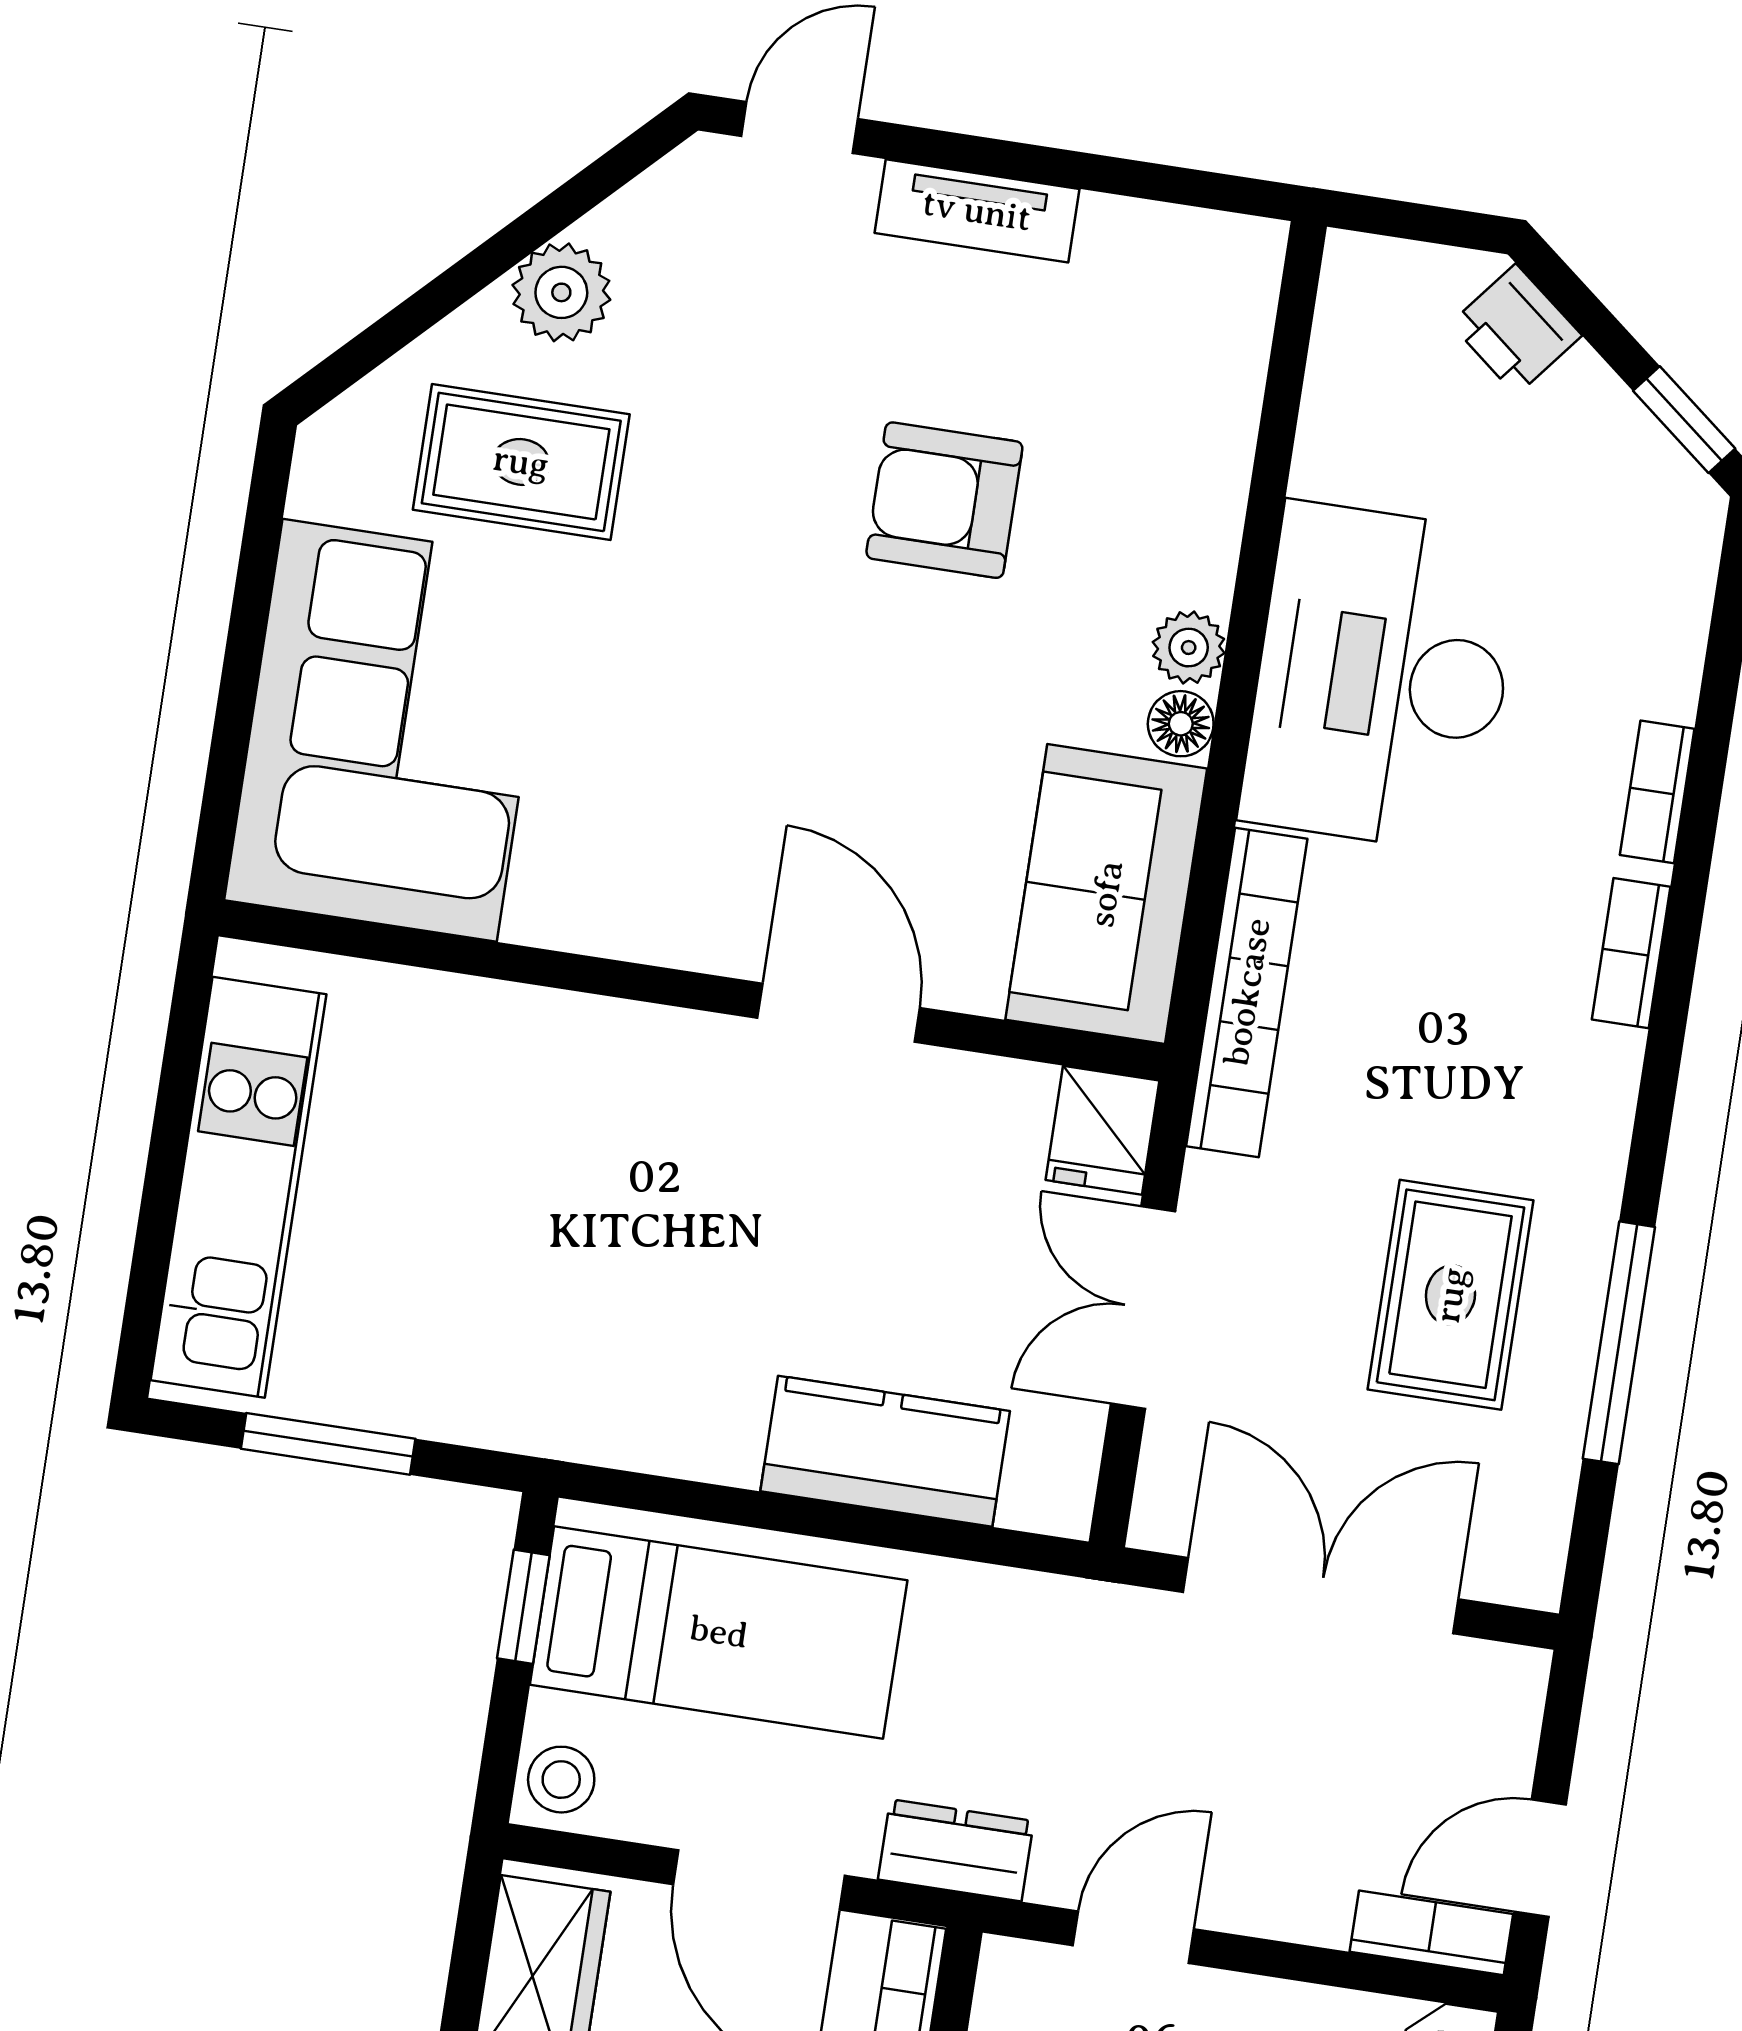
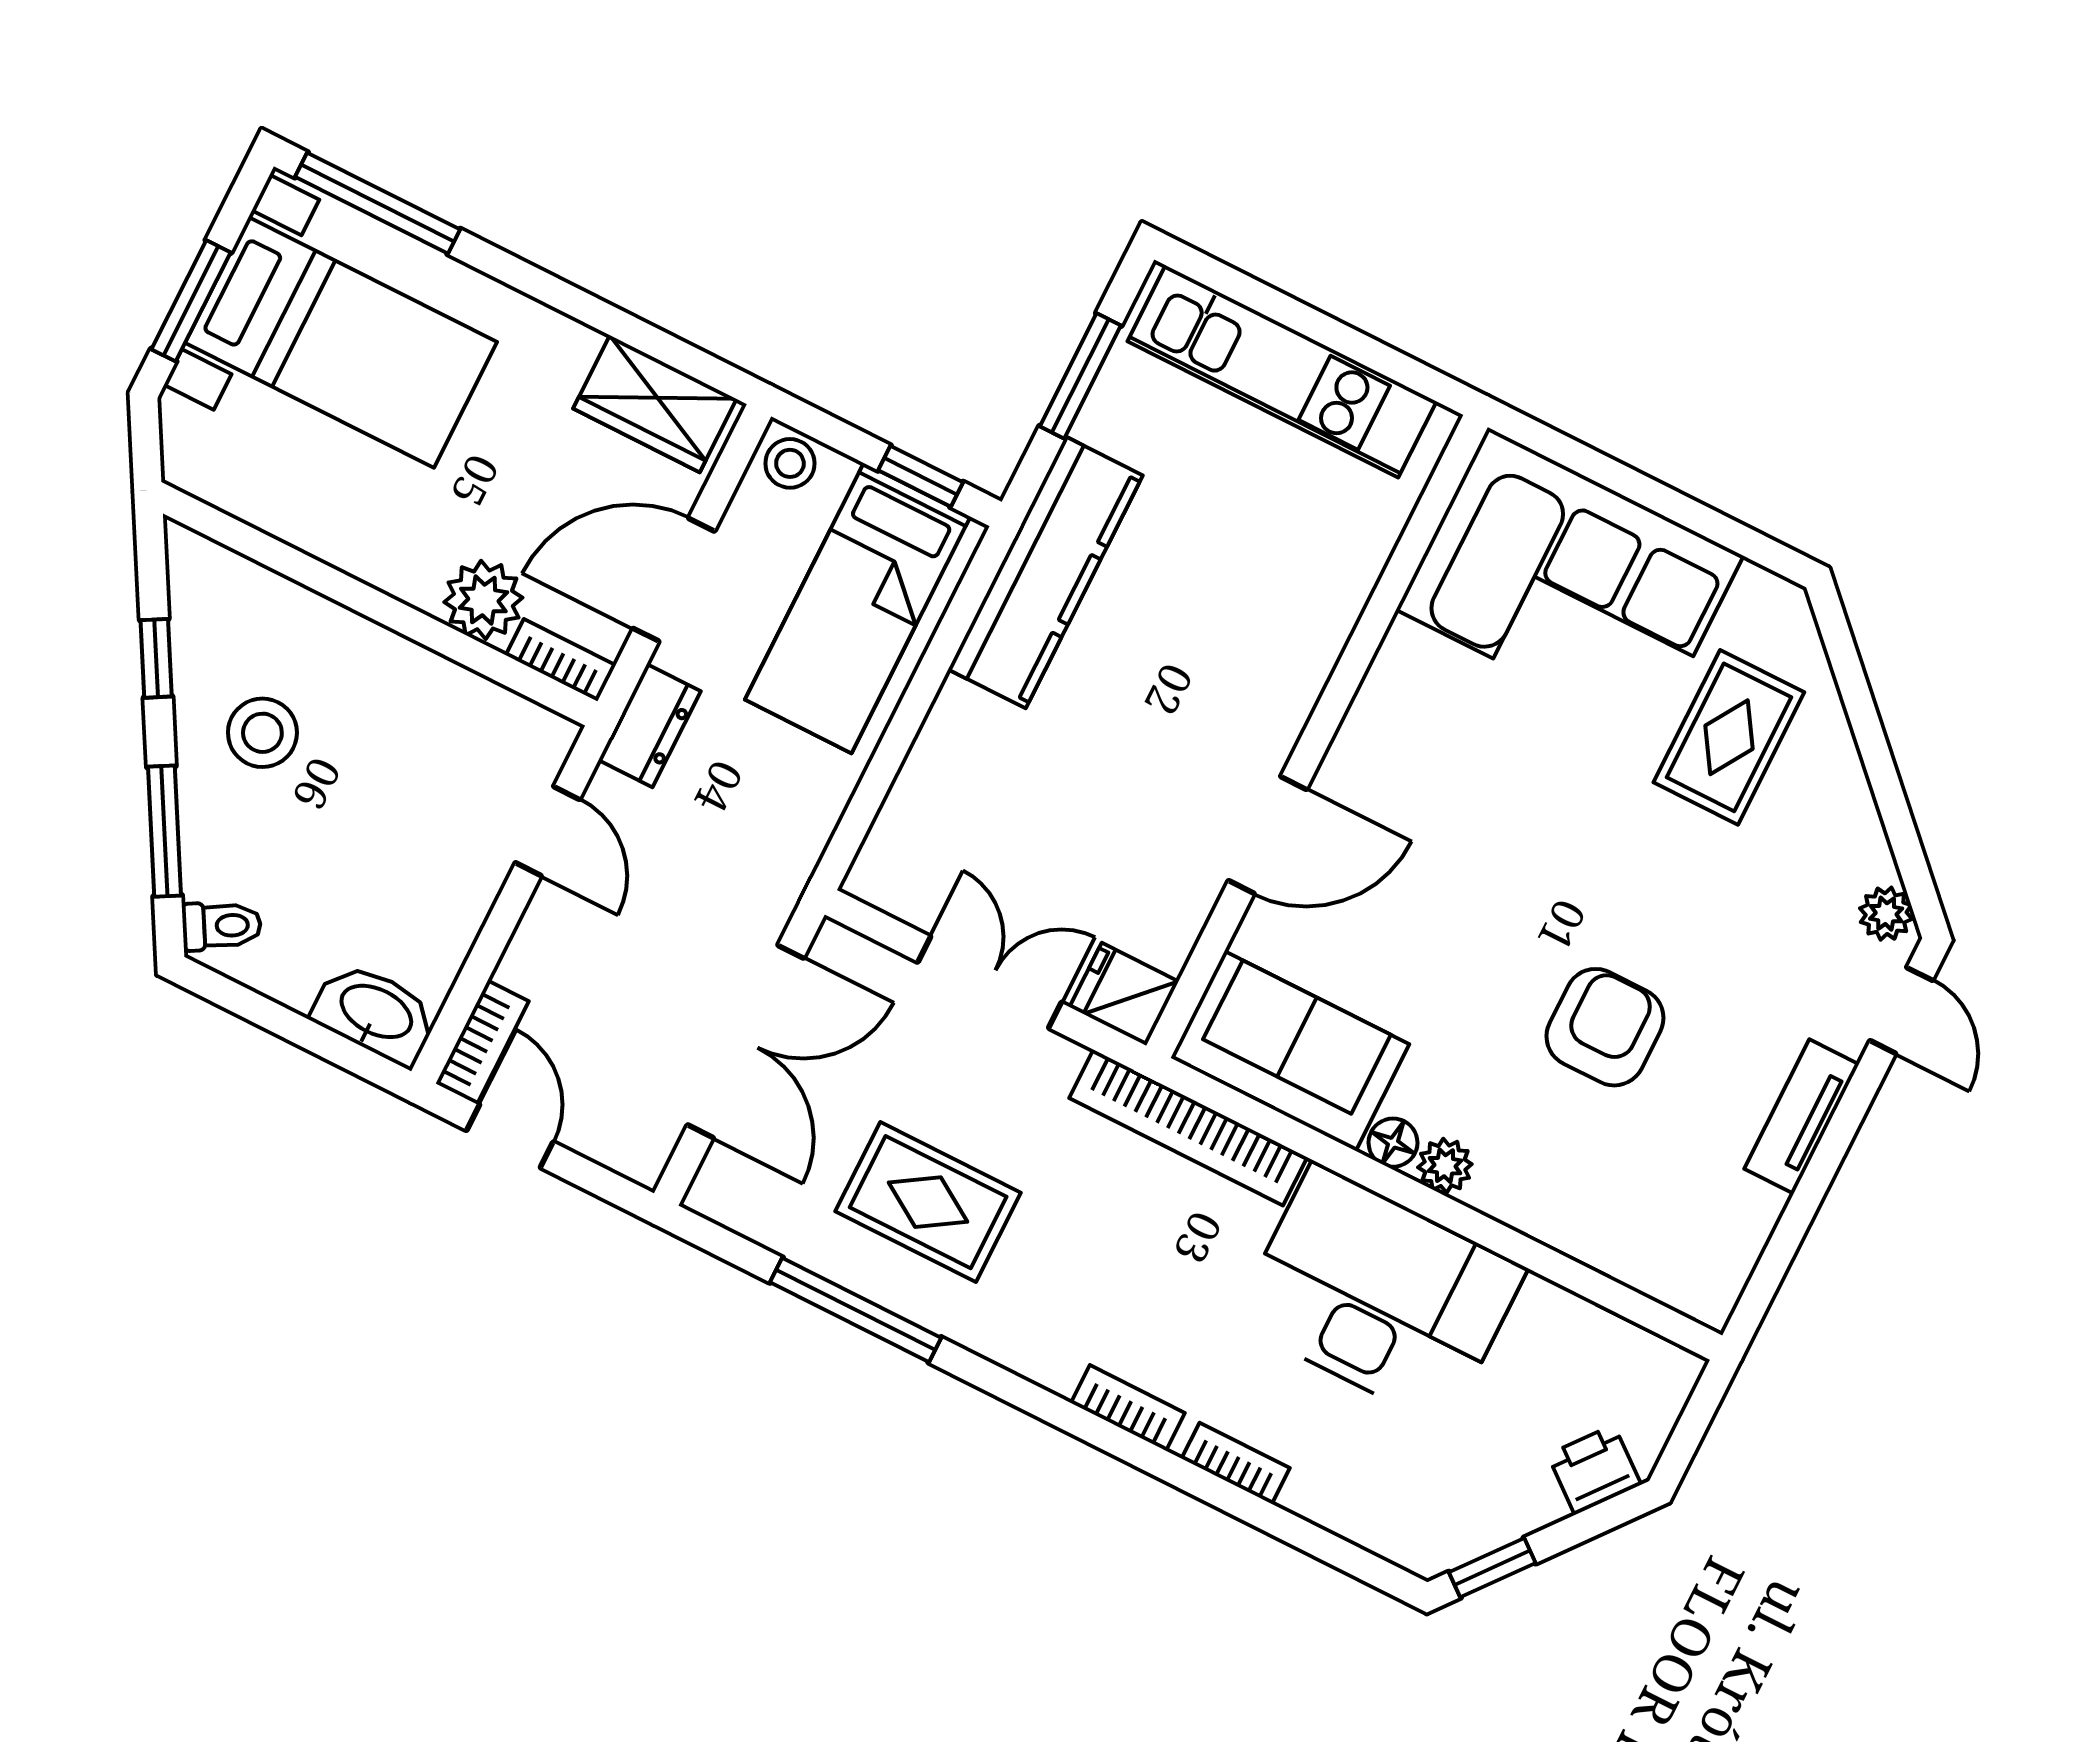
plant: (561, 292) -> (1886, 914), moved, width x0.73, depth x0.73
kitchen counter: (885, 1451) -> (1045, 572), moved, width x1.50

